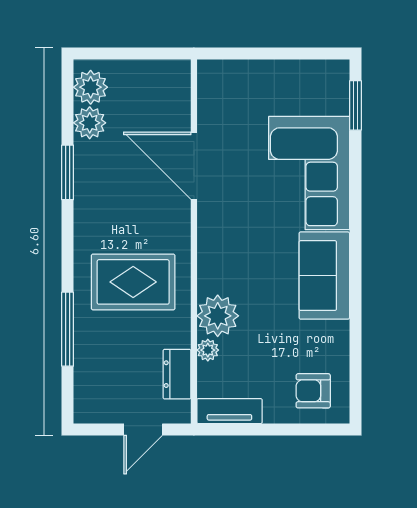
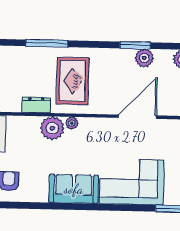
plant: (90, 123) -> (144, 58), moved
plant: (208, 350) -> (72, 123), moved
dresser: (177, 374) -> (36, 105), moved

